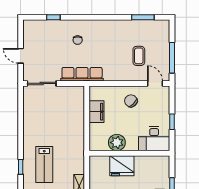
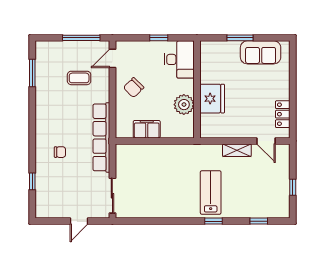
row of seats: (82, 74) -> (101, 137), width x1.36
lab bench: (44, 165) -> (211, 192), turned -90

